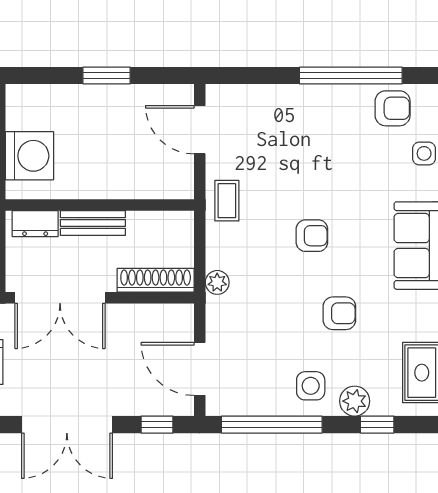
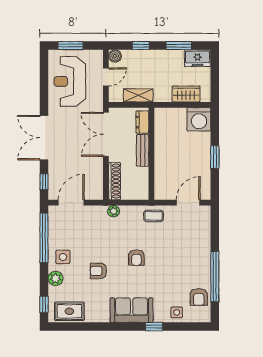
washing machine: (29, 156) -> (199, 119), moved
armchair: (339, 313) -> (98, 271), turned 90
window: (377, 425) -> (44, 304), moved

